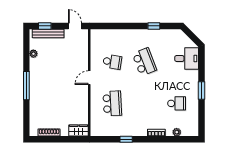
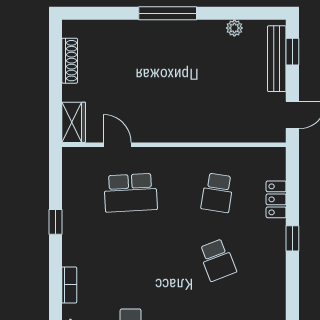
window: (154, 26) -> (292, 238), moved
locker: (115, 34) -> (276, 199), added
school desk: (144, 62) -> (217, 260), width x0.54
door: (89, 78) -> (117, 145), moved

